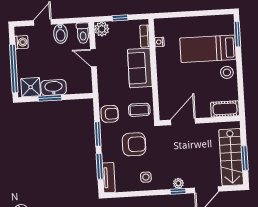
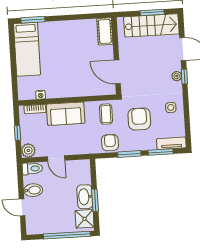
washing machine: (21, 42) -> (41, 228), removed
bed: (208, 49) -> (27, 49), moved
door: (93, 58) -> (56, 158), hinge flipped
stool: (227, 72) -> (70, 30), removed

